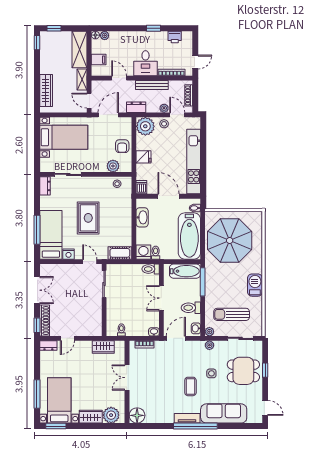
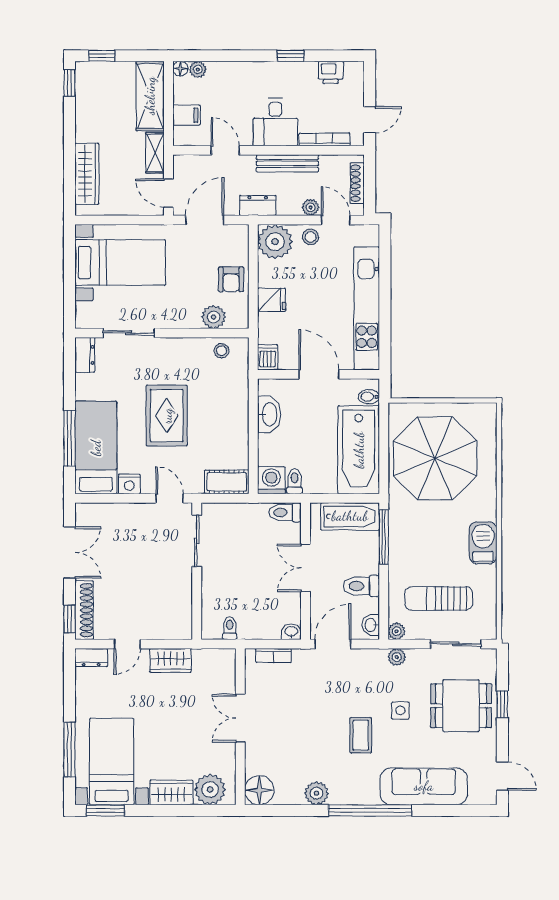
wardrobe: (103, 347) -> (170, 660), moved
plant: (167, 417) -> (316, 793), added
tv unit: (187, 418) -> (354, 796), removed

